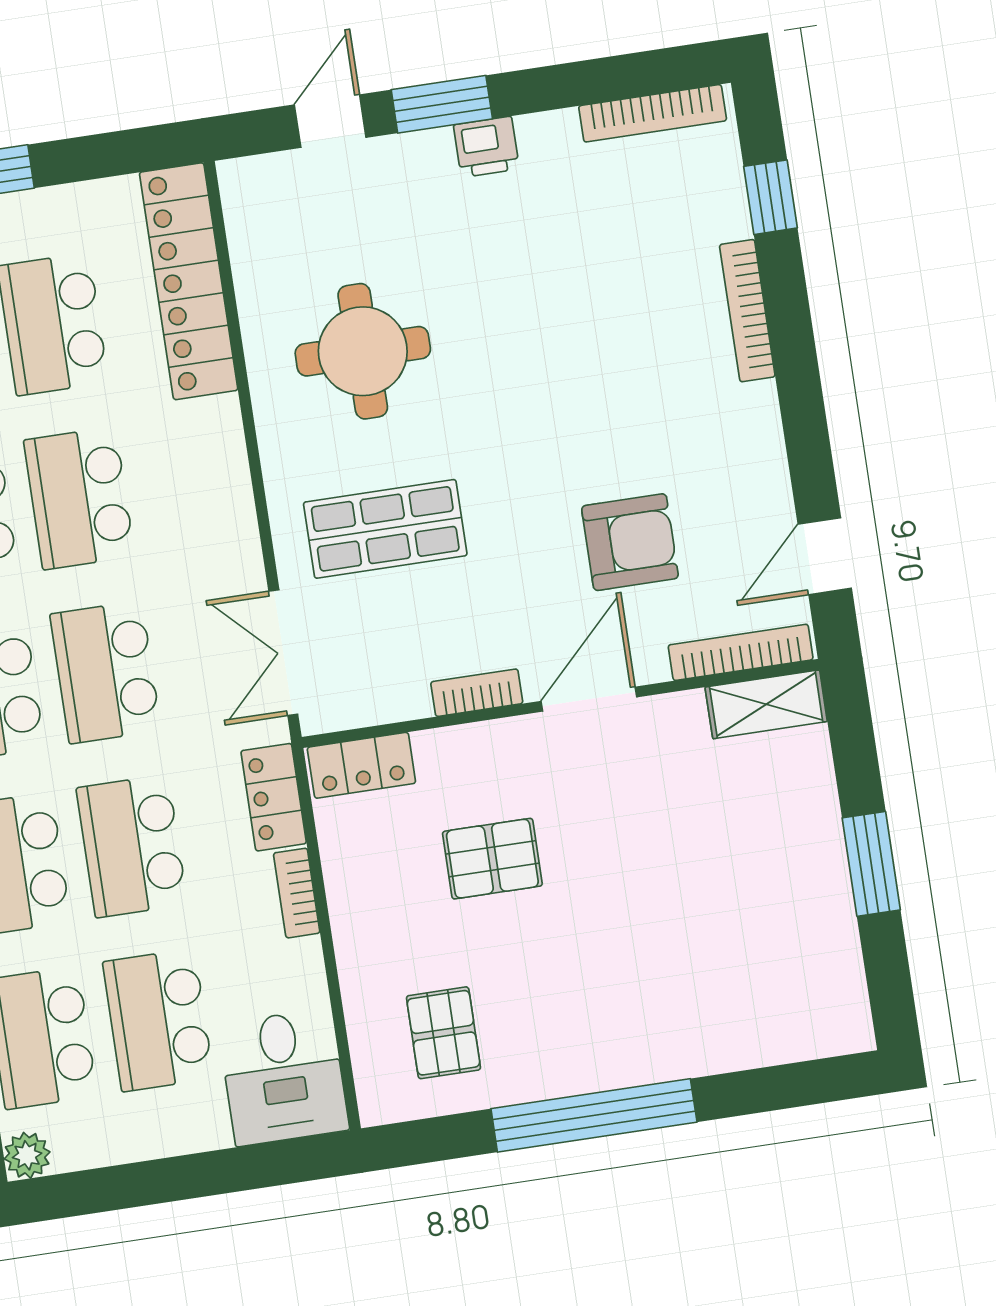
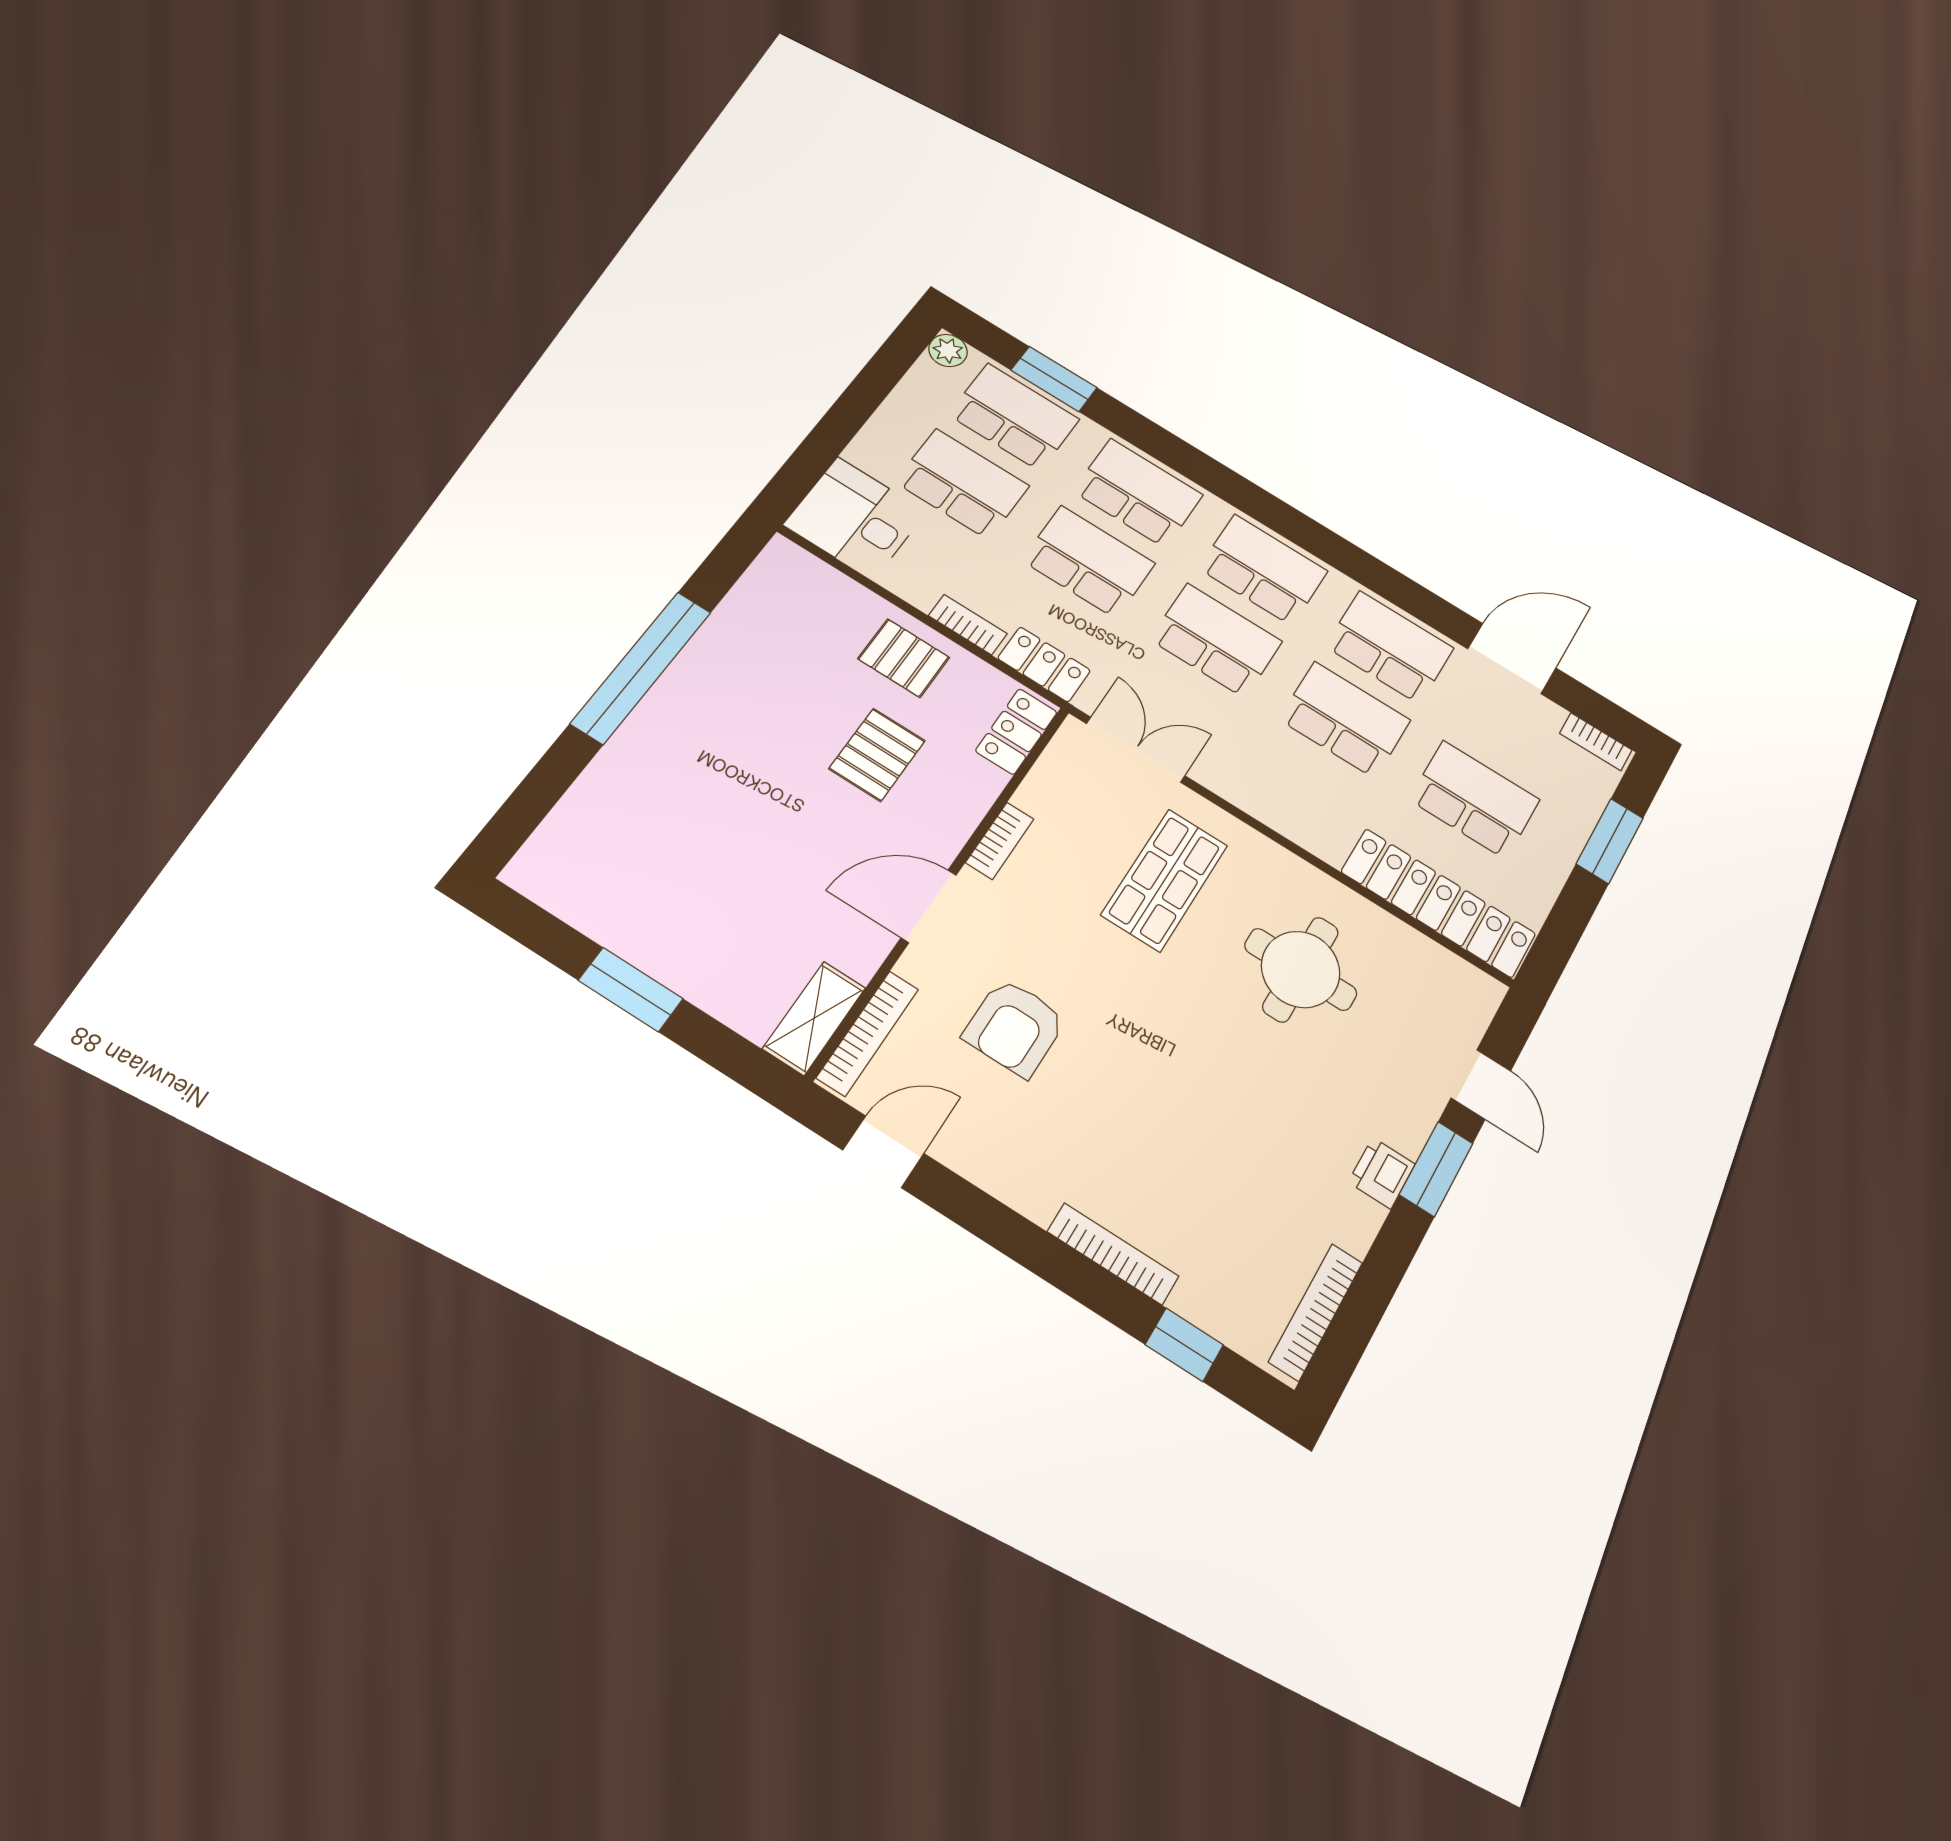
door: (825, 556) -> (883, 1152), hinge flipped
door: (589, 699) -> (929, 906), swing flipped
pallet: (443, 1033) -> (904, 658), moved

